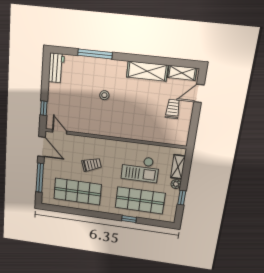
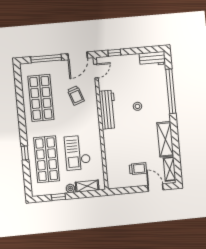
window: (95, 54) -> (171, 91), width x1.46
workbench: (102, 128) -> (108, 110), added
trolley: (92, 165) -> (76, 96), moved

